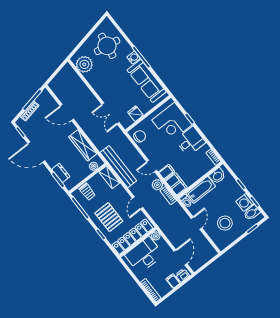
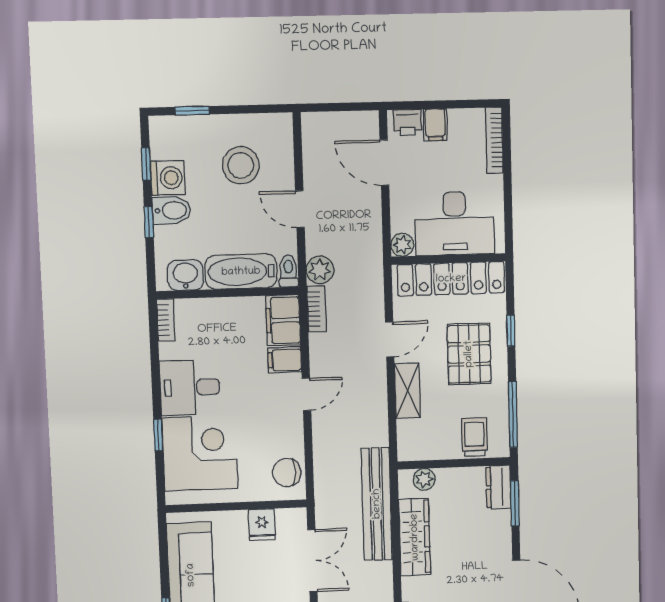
door: (152, 166) -> (307, 394), hinge flipped
bench: (118, 167) -> (377, 504), moved
dresser: (61, 173) -> (498, 487), moved
shelving: (109, 177) -> (408, 391), moved
plant: (157, 185) -> (320, 270), moved
bidet: (252, 213) -> (172, 210), moved
door: (196, 223) -> (300, 209), hinge flipped
door: (180, 257) -> (384, 163), hinge flipped

